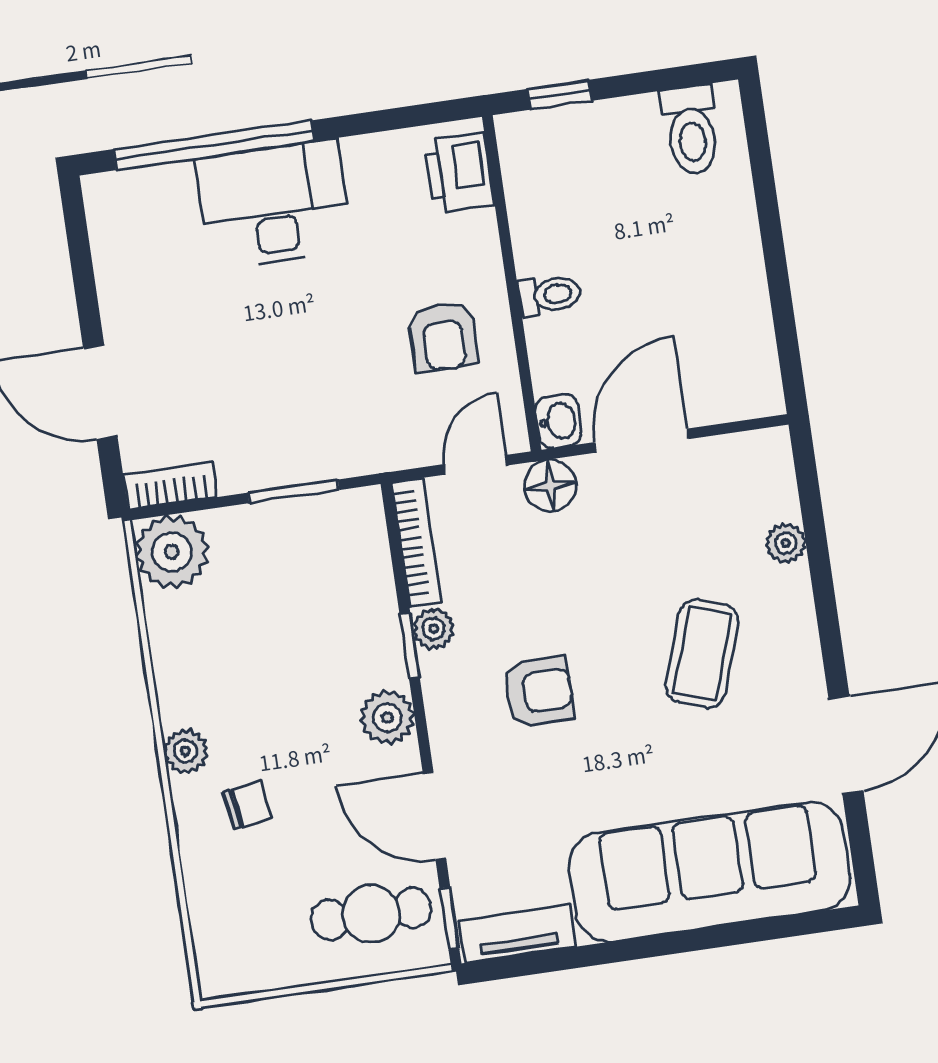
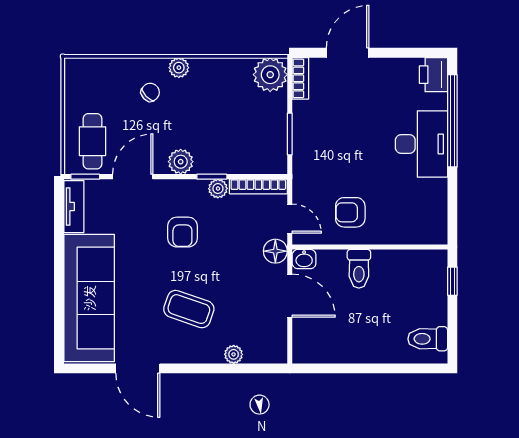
printer: (459, 173) -> (433, 75), moved, turned -90
toilet: (549, 295) -> (359, 269), width x1.37, depth x1.39
chair: (247, 805) -> (150, 92), turned -126

